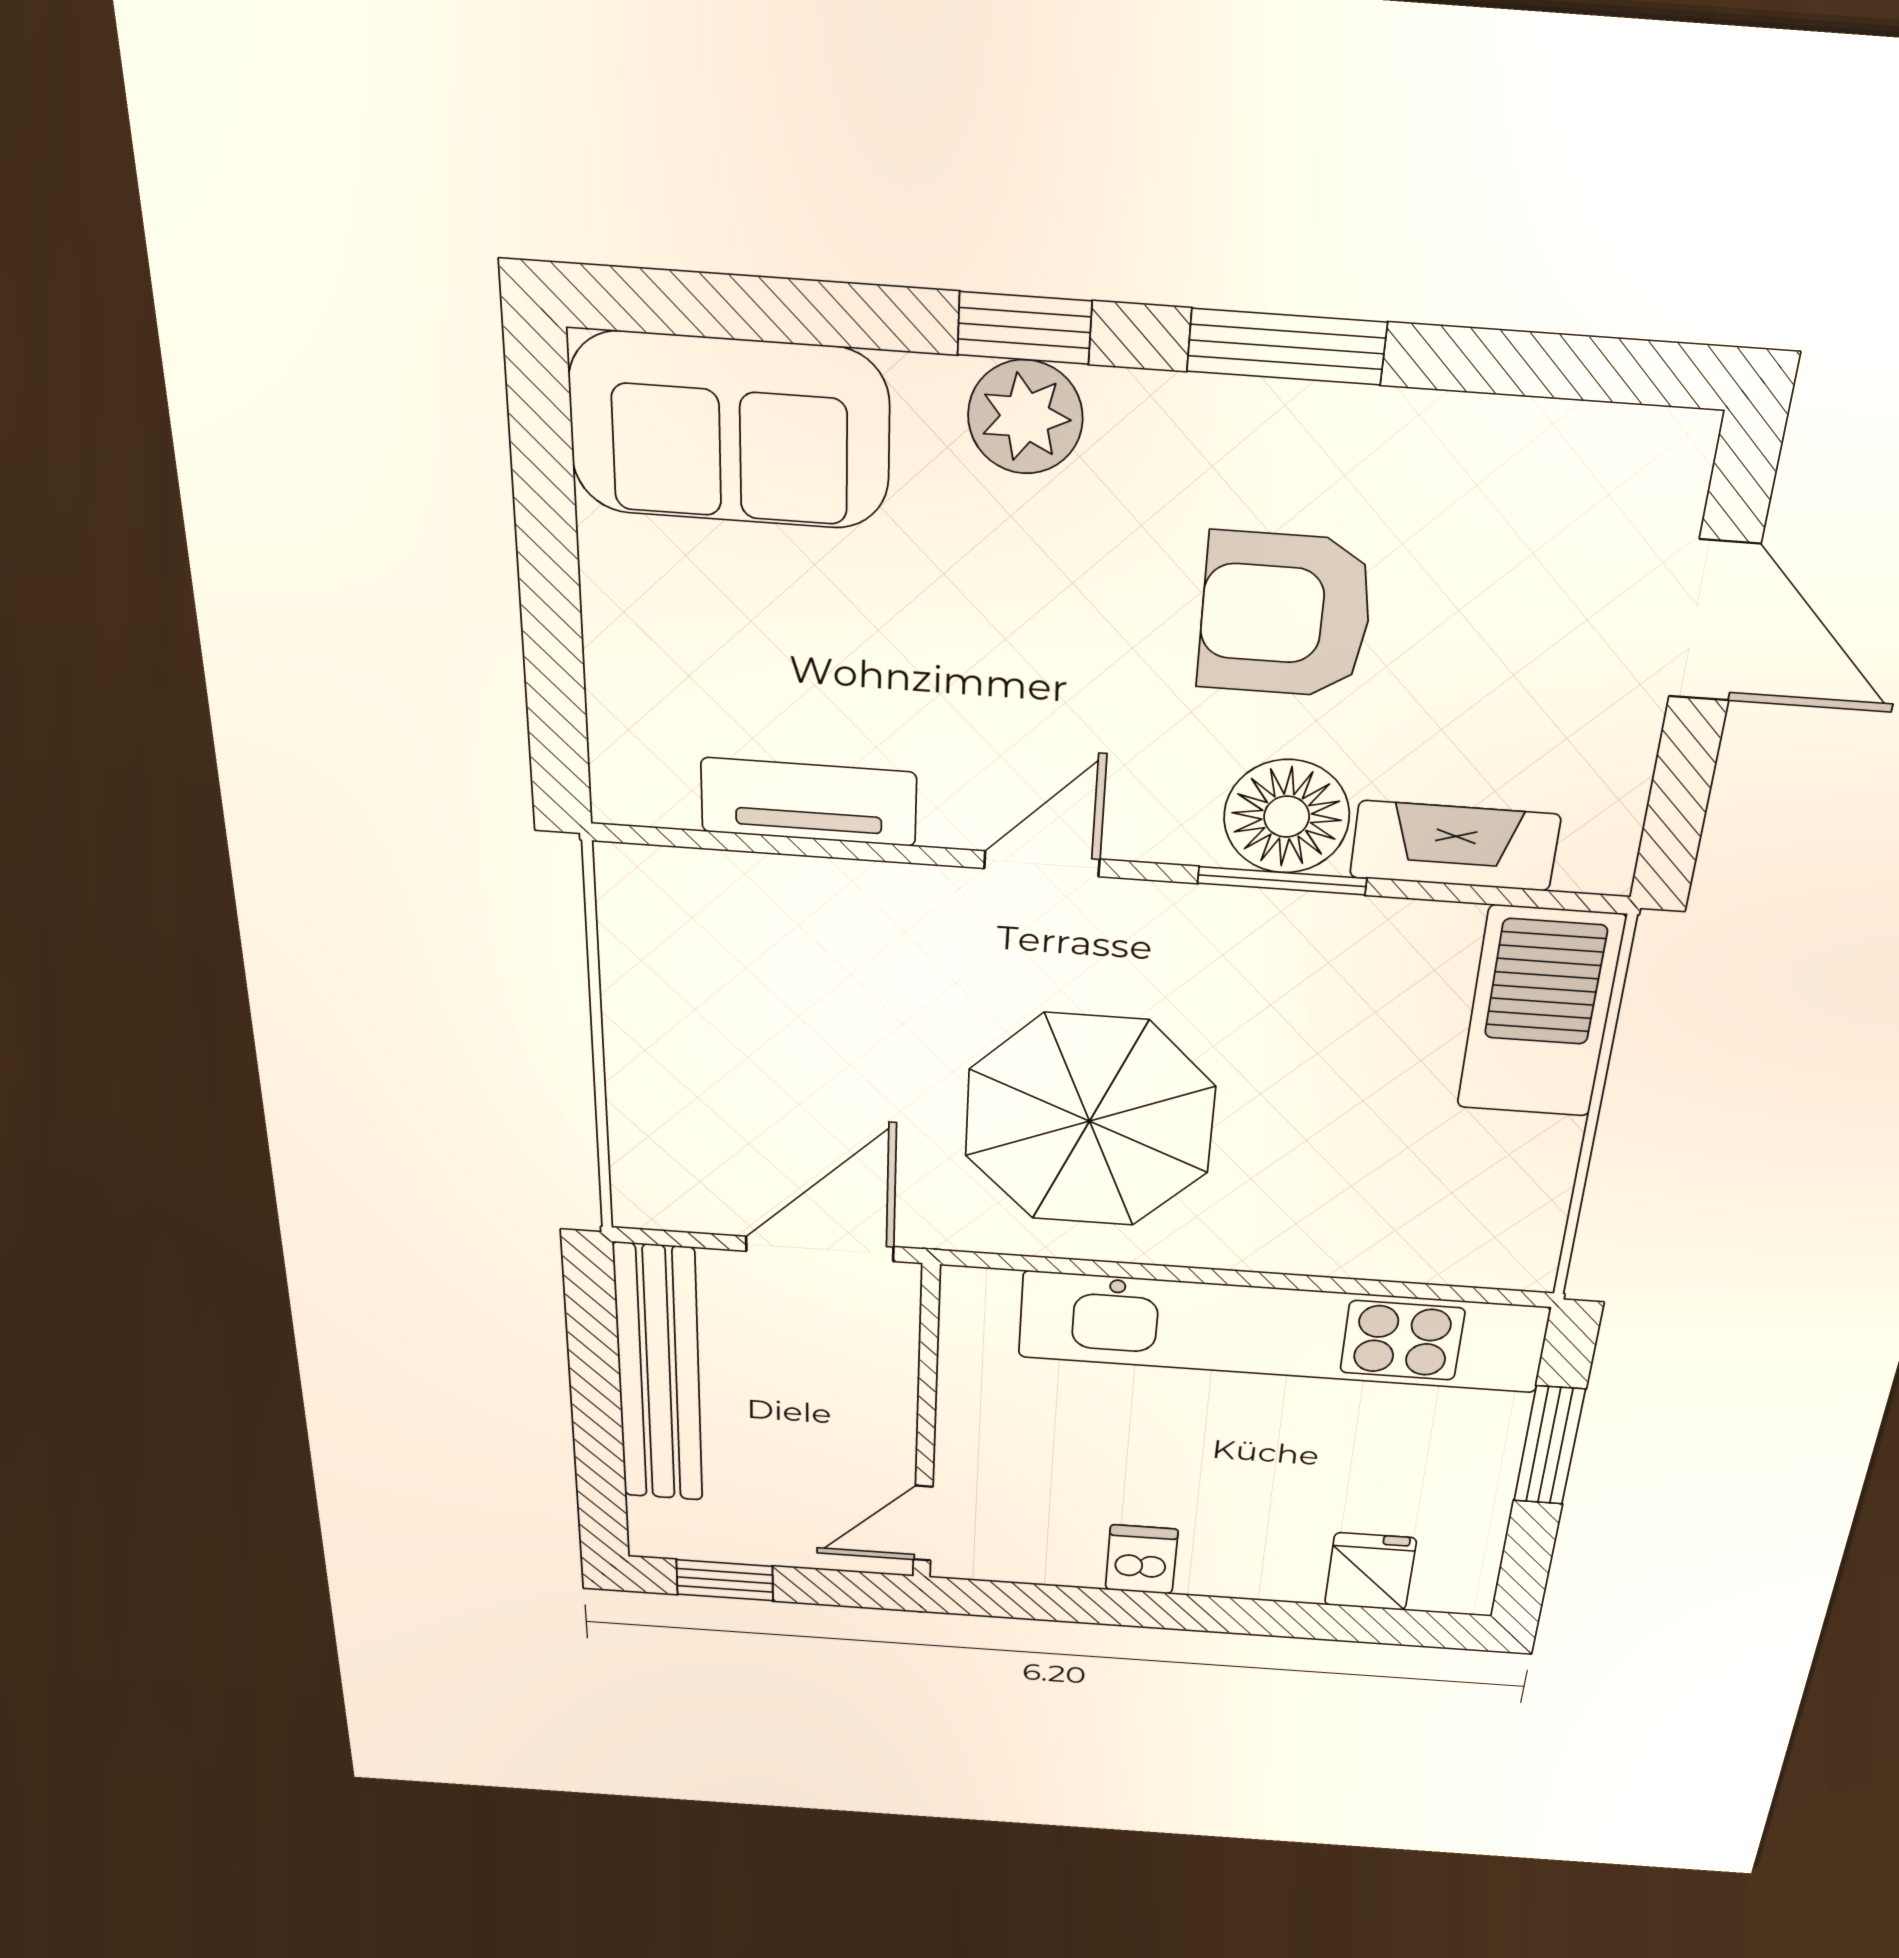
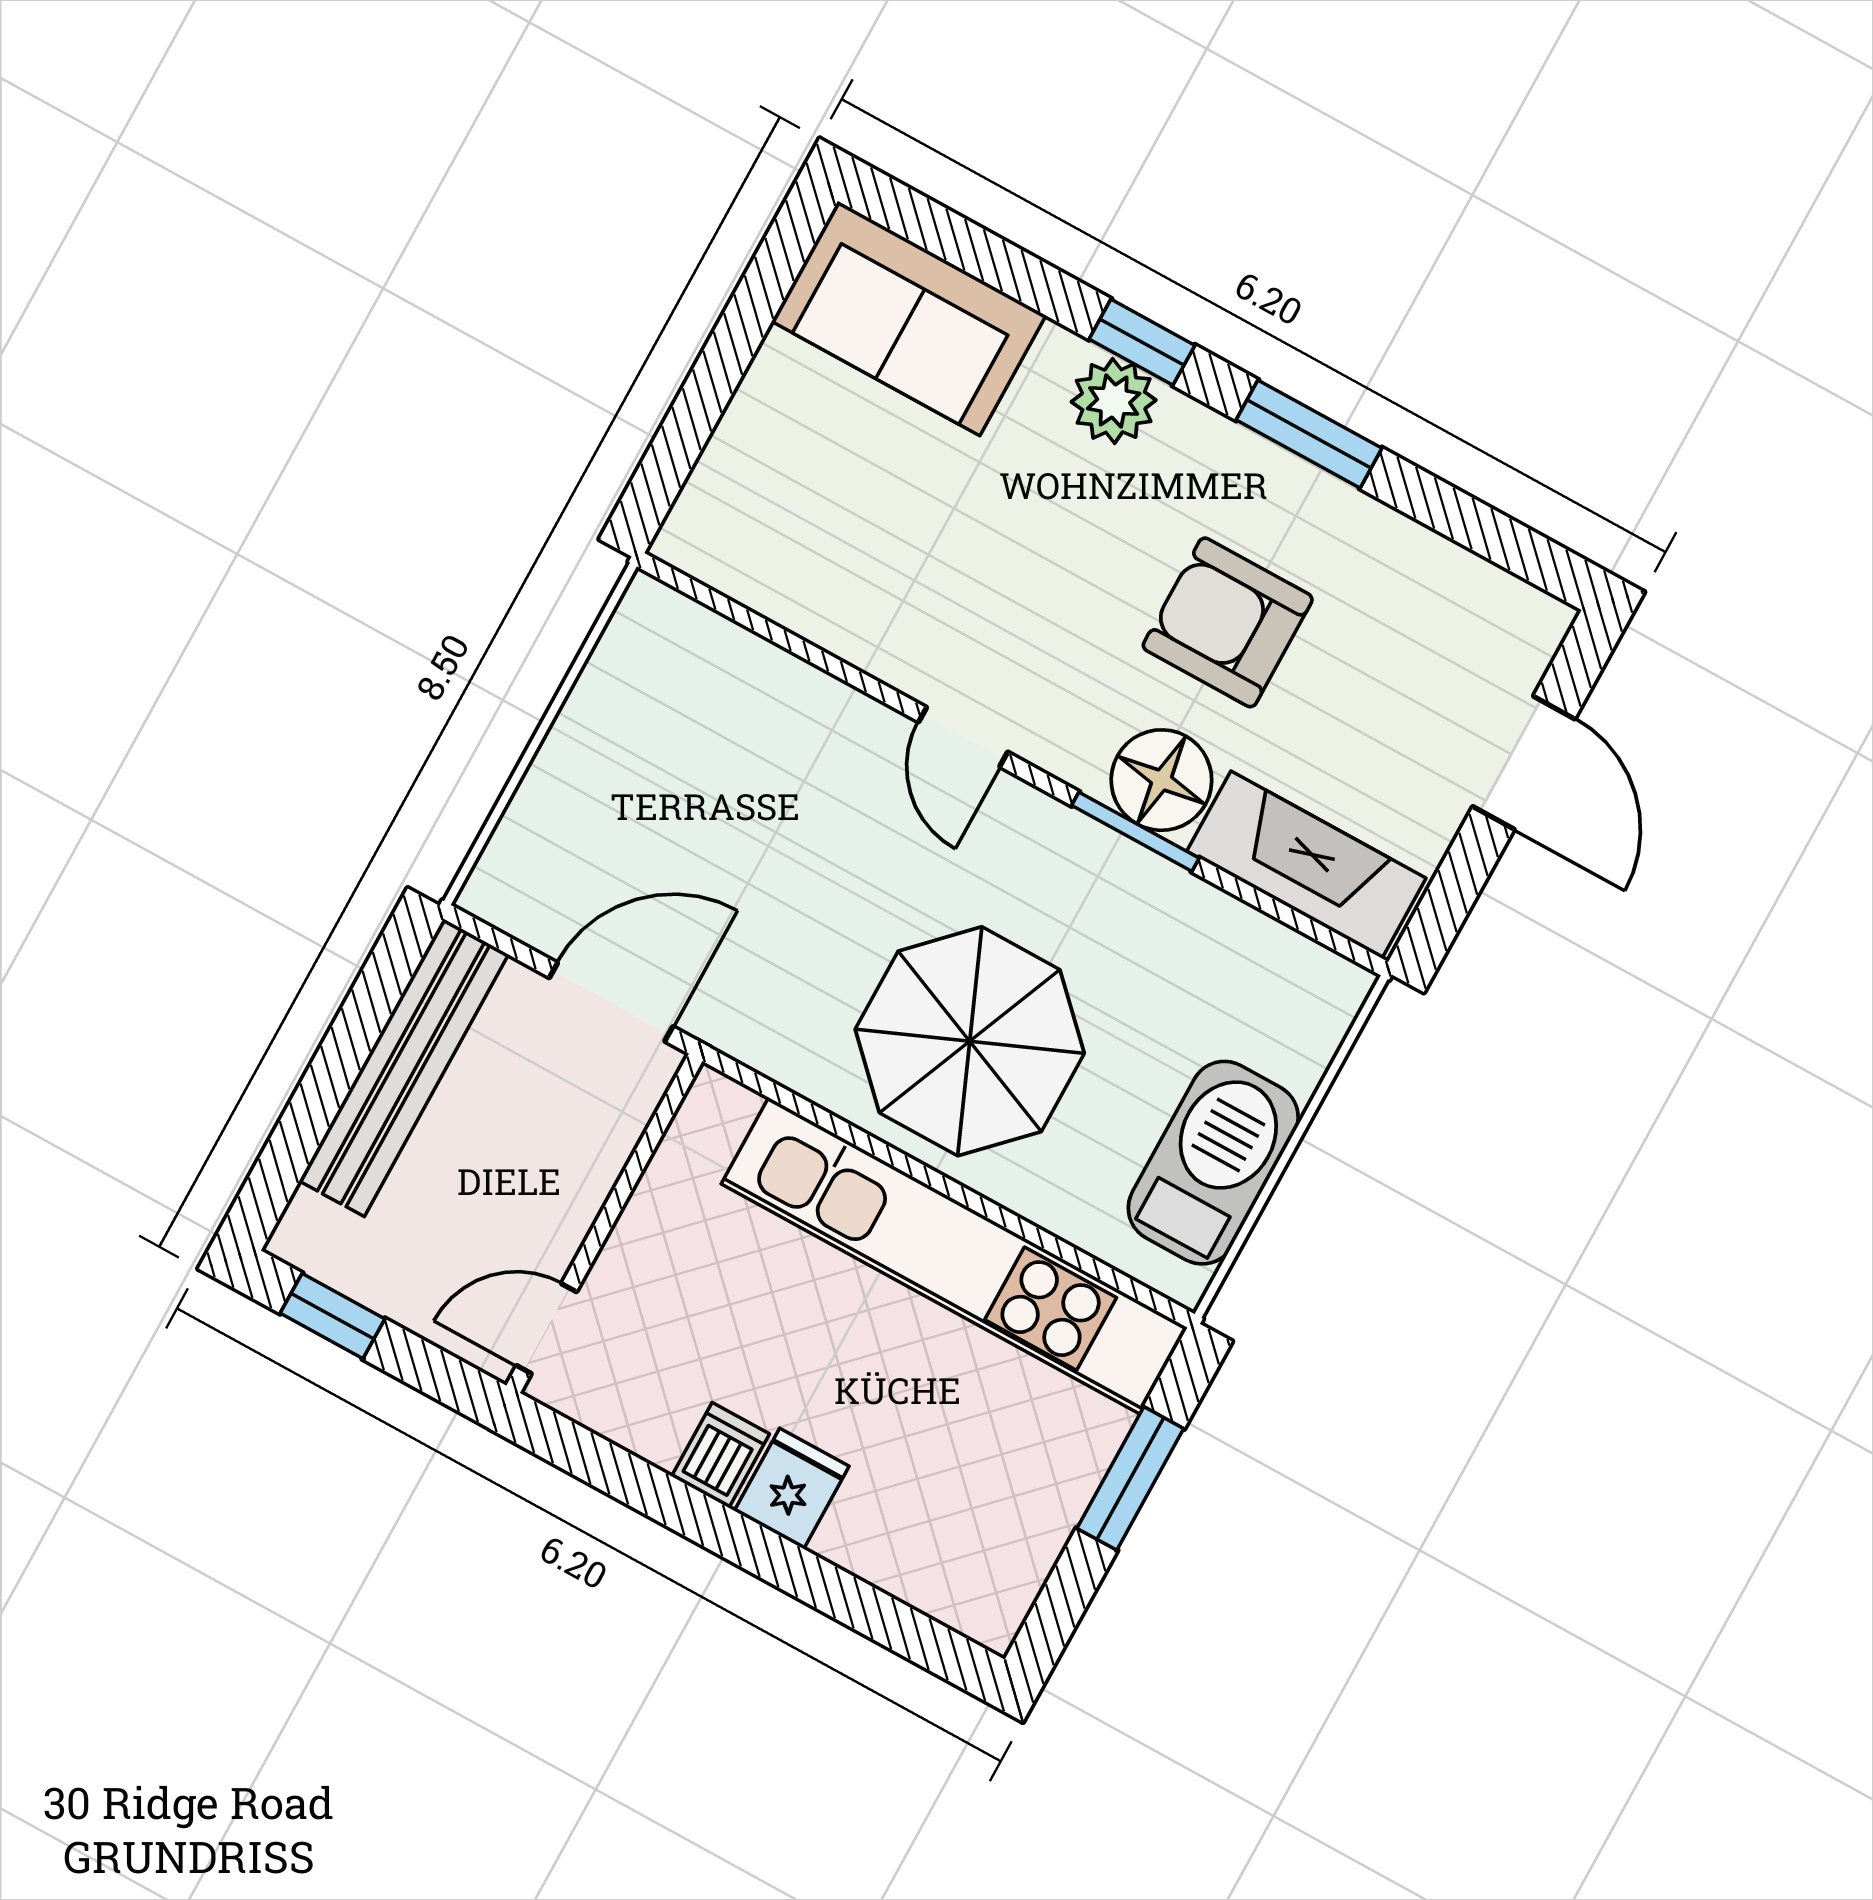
tv unit: (809, 802) -> (816, 610), removed
fireplace: (1455, 846) -> (1306, 865), width x1.37, depth x1.32
door: (1042, 864) -> (963, 737), swing flipped
barbecue: (1540, 1012) -> (1213, 1163), moved
parasol: (1090, 1121) -> (970, 1041), moved
fridge: (1370, 1572) -> (792, 1489), moved

